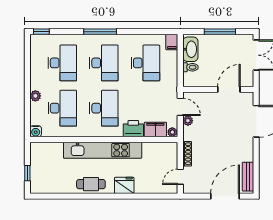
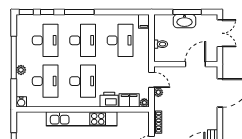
window: (64, 32) -> (47, 12), added
washbasin: (190, 49) -> (185, 21), moved, turned 90
window: (27, 82) -> (14, 57), added

